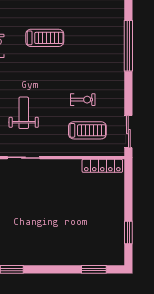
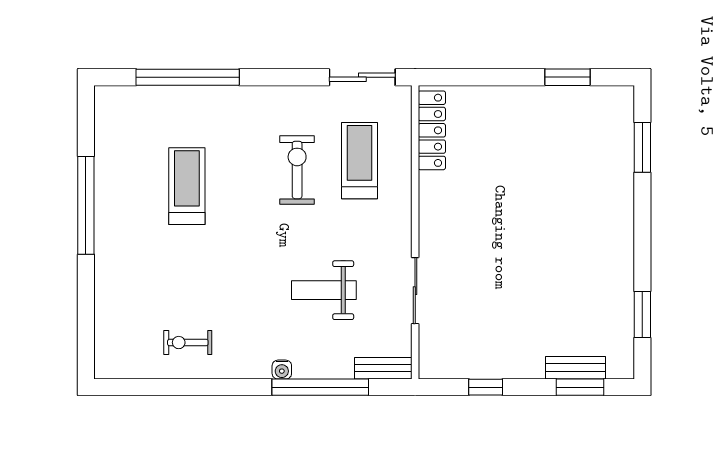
treadmill: (45, 38) -> (187, 186), moved
exercise bike: (83, 100) -> (297, 170), width x1.38, depth x1.39

